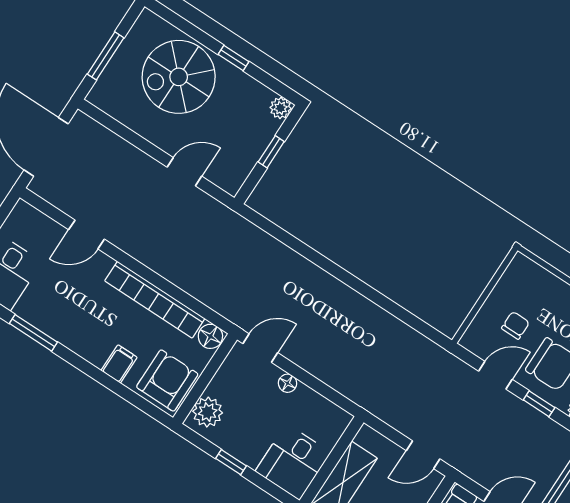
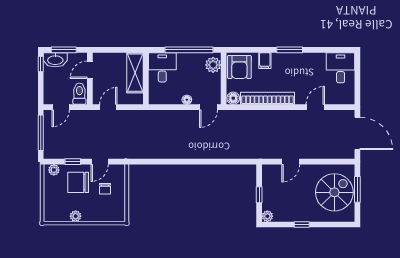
spiral stairs: (179, 77) -> (334, 192), moved
window: (33, 333) -> (290, 50), moved
window: (231, 462) -> (189, 50), width x3.17

